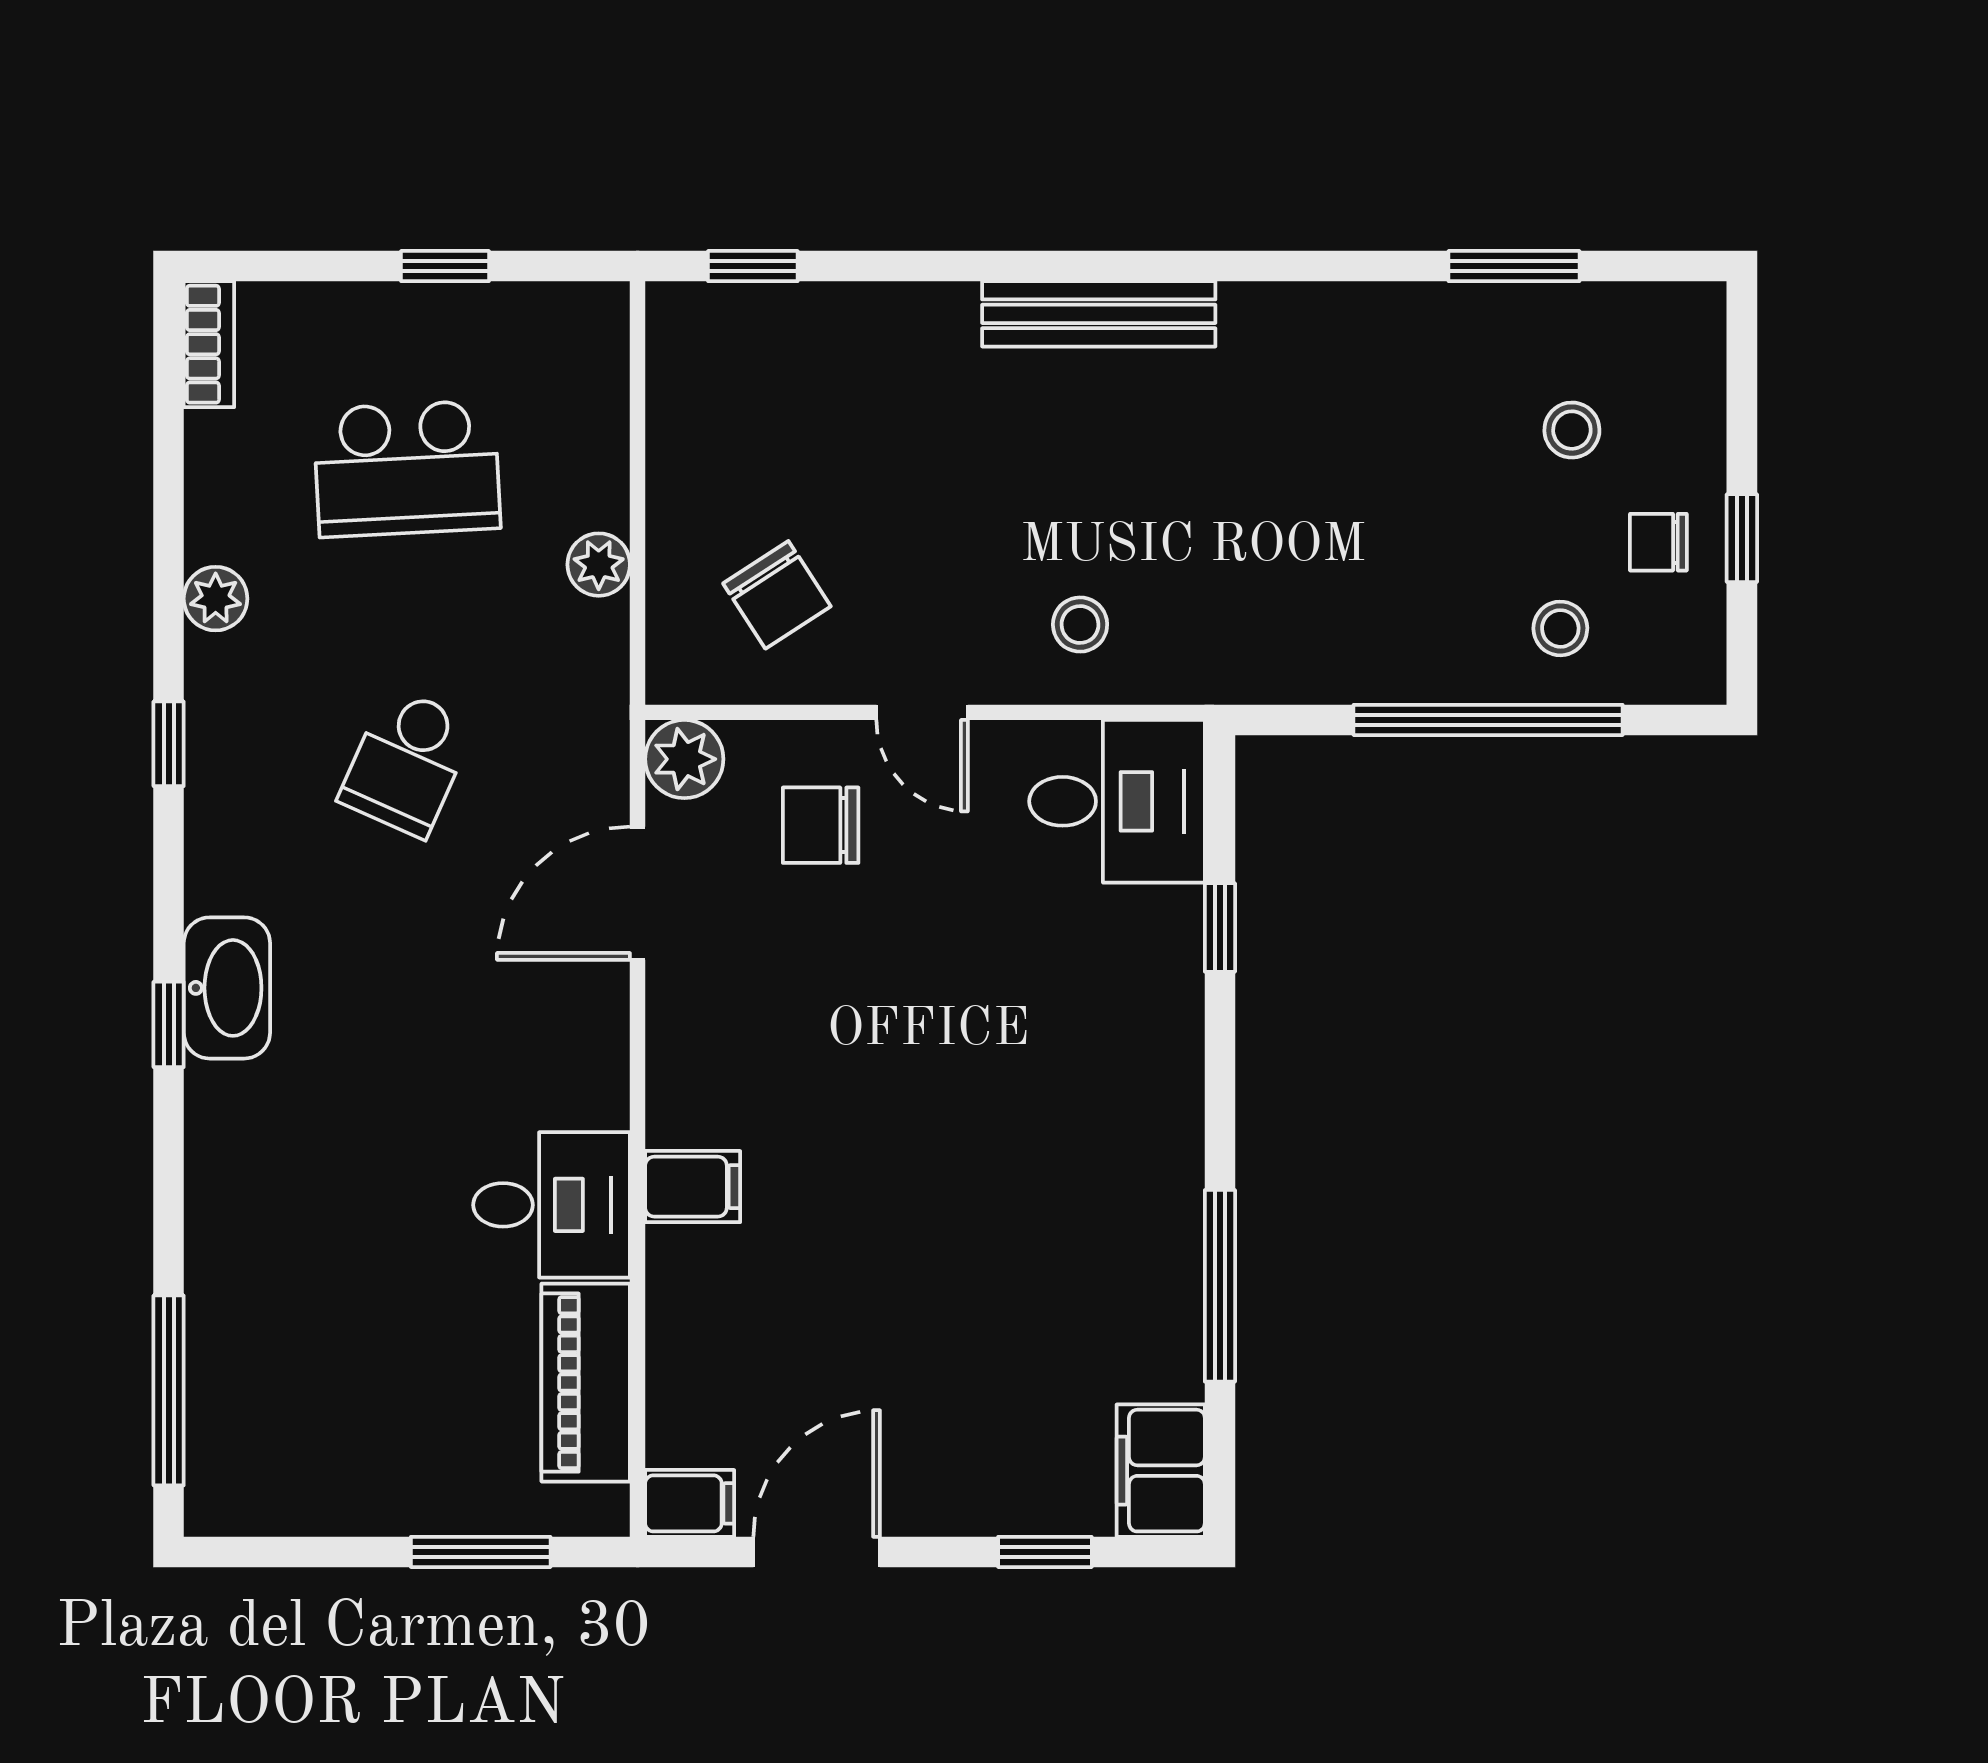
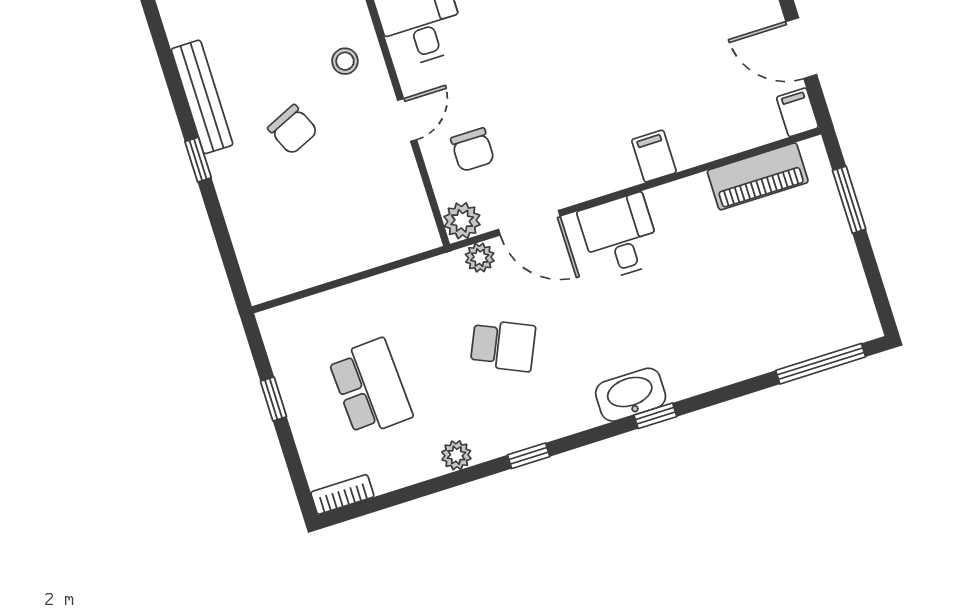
window: (753, 266) -> (198, 160), moved
plant: (599, 565) -> (480, 258), moved
chair: (777, 595) -> (293, 130), moved, turned 99
desk: (552, 1205) -> (620, 237), moved

